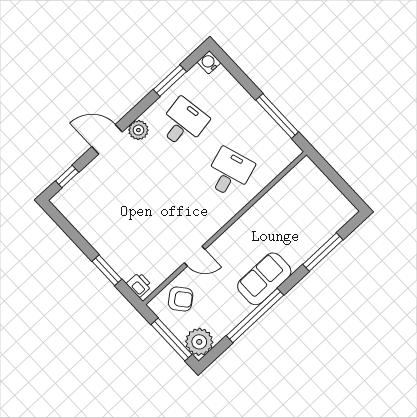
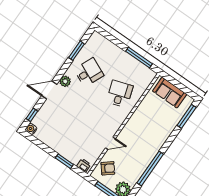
water cooler: (209, 62) -> (31, 129), moved
desk: (183, 123) -> (89, 72), turned 33
window: (323, 252) -> (187, 116), moved
sofa: (264, 279) -> (170, 93), moved, turned -90

